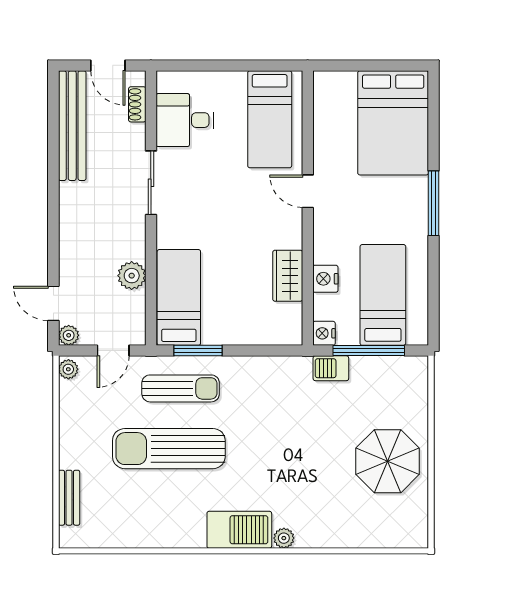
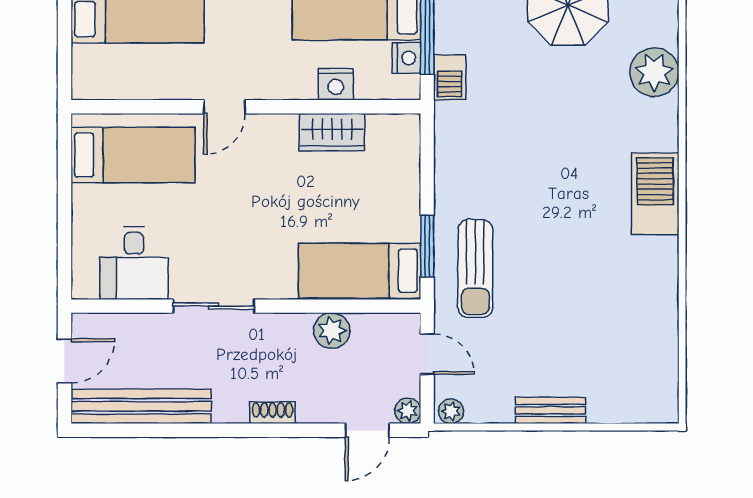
shoe rack: (137, 104) -> (273, 413), moved, turned 180
nightstand: (324, 333) -> (406, 58), moved, turned -90
sun lounger: (181, 388) -> (475, 268), turned 180
sun lounger: (169, 449) -> (552, 283), removed
bench: (69, 498) -> (550, 410), moved
plant: (284, 538) -> (654, 72), moved, width x1.88, depth x1.88

